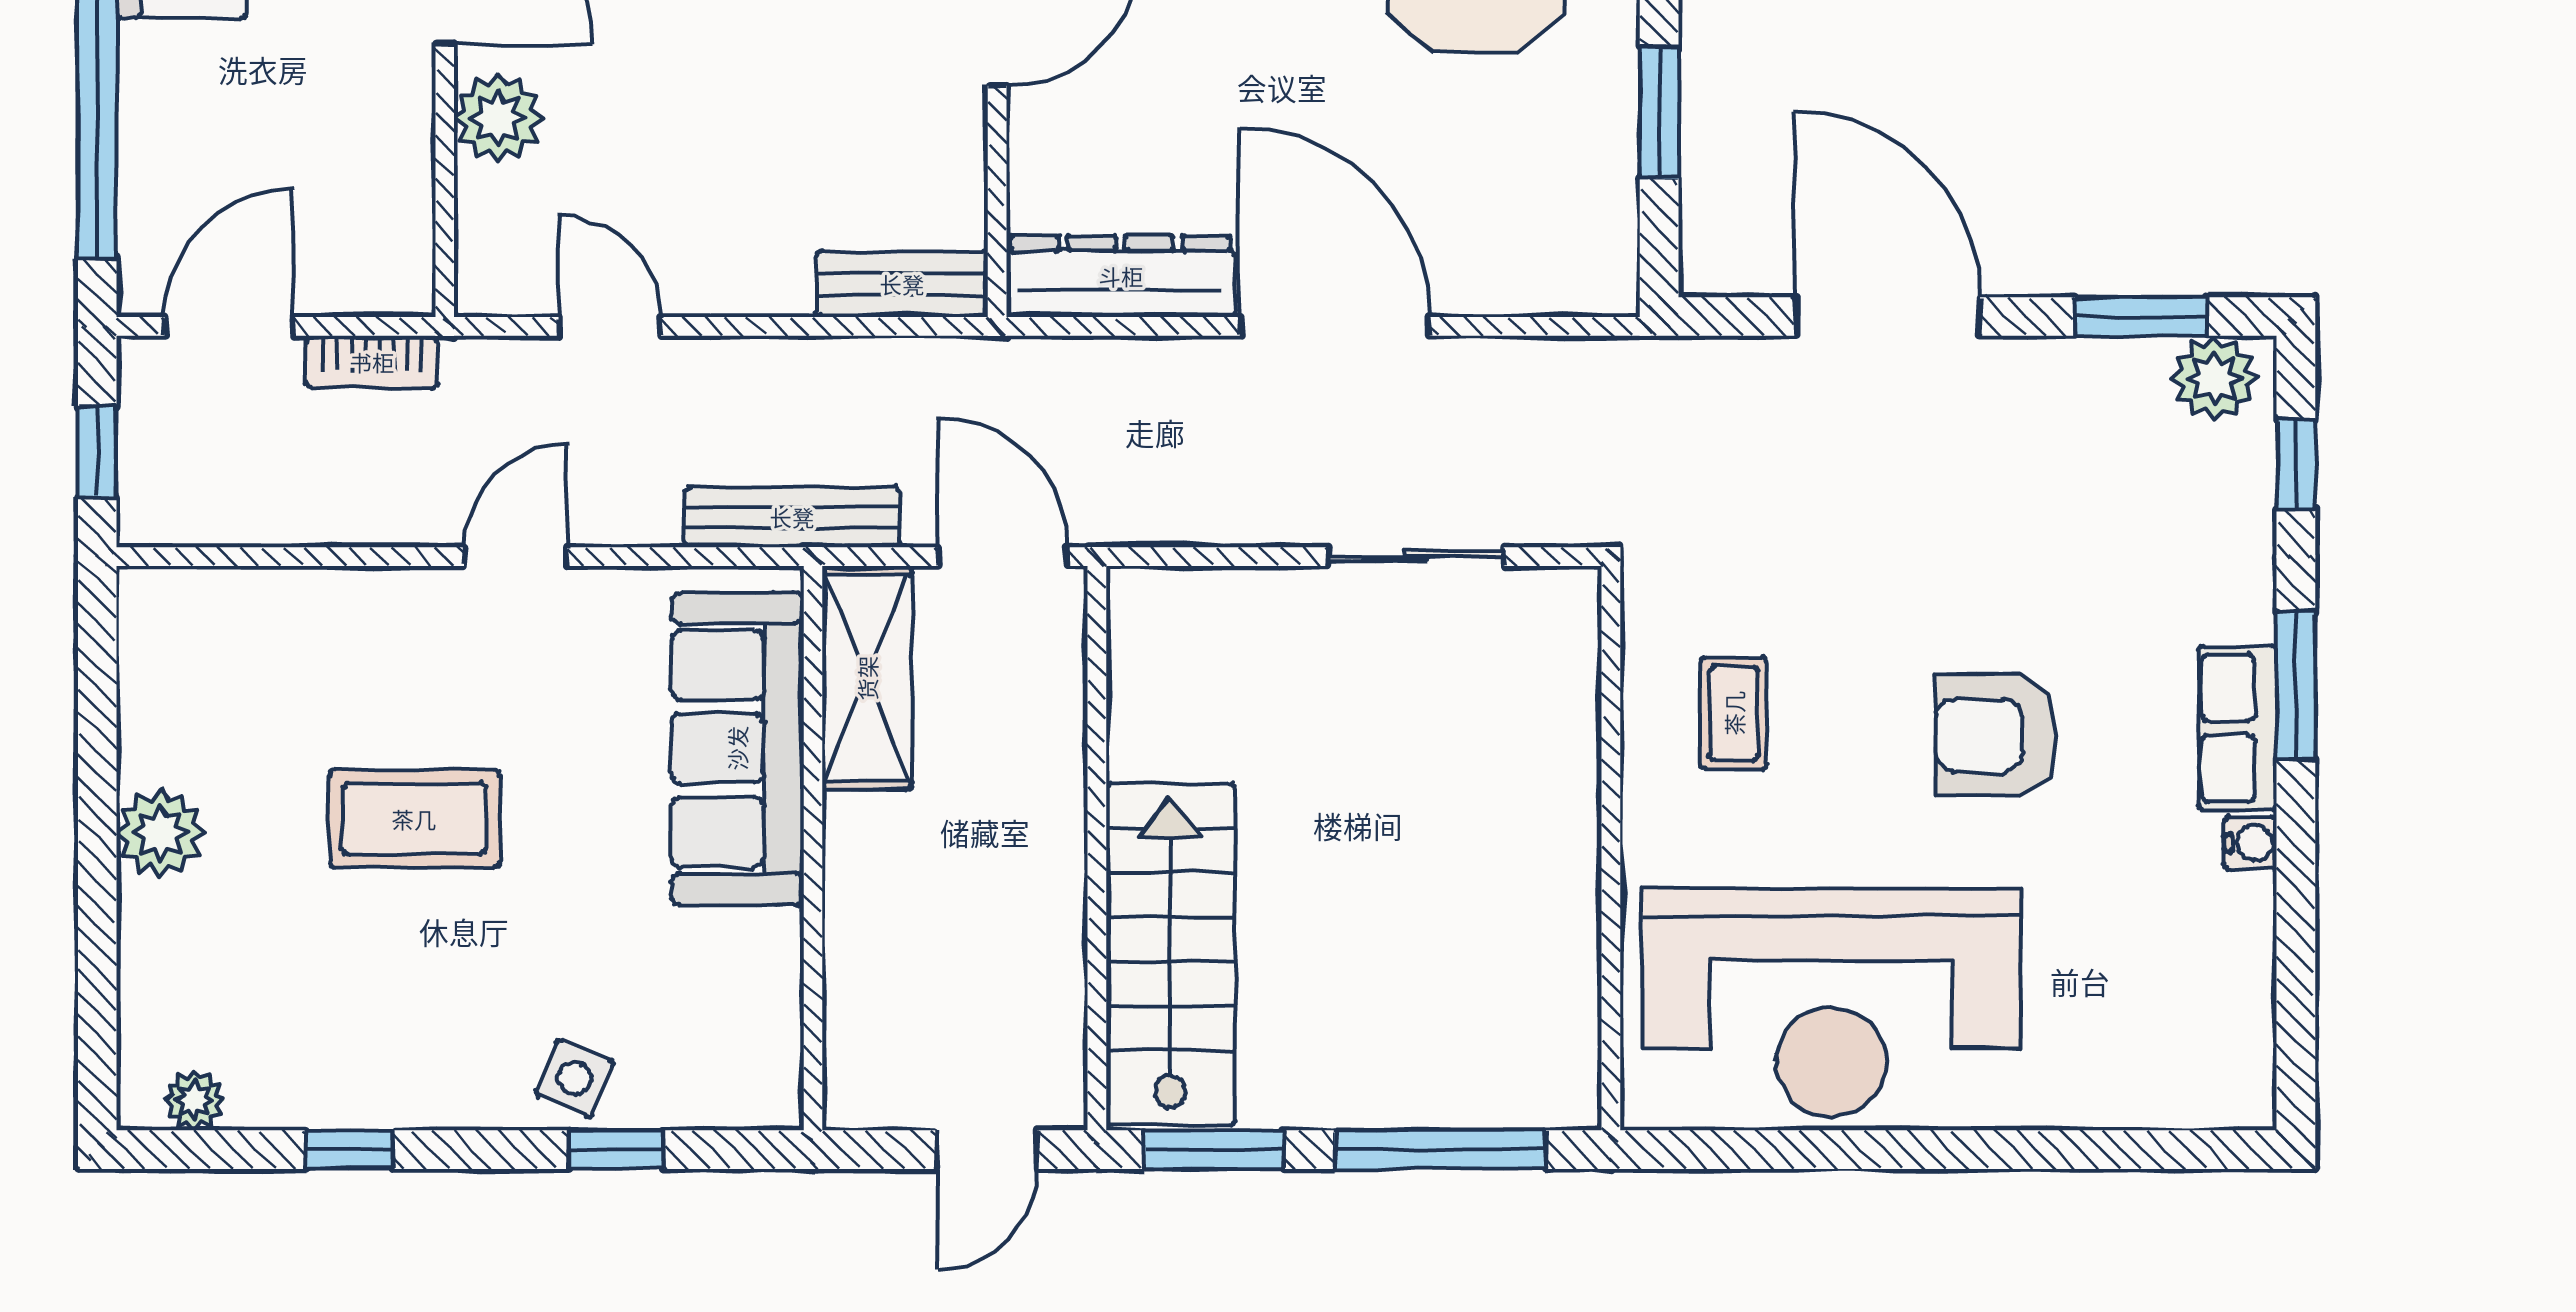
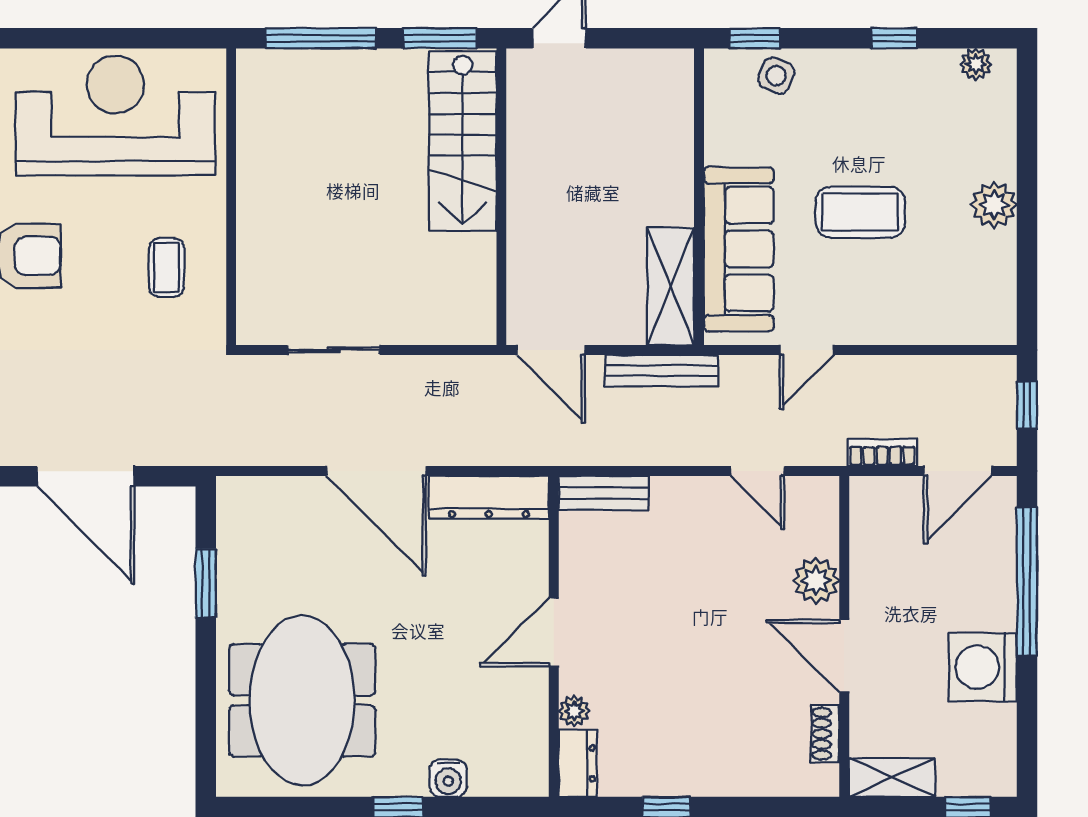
shelving: (867, 678) -> (671, 286), moved
sofa: (737, 748) -> (739, 249), moved
wall: (813, 848) -> (699, 197), moved

